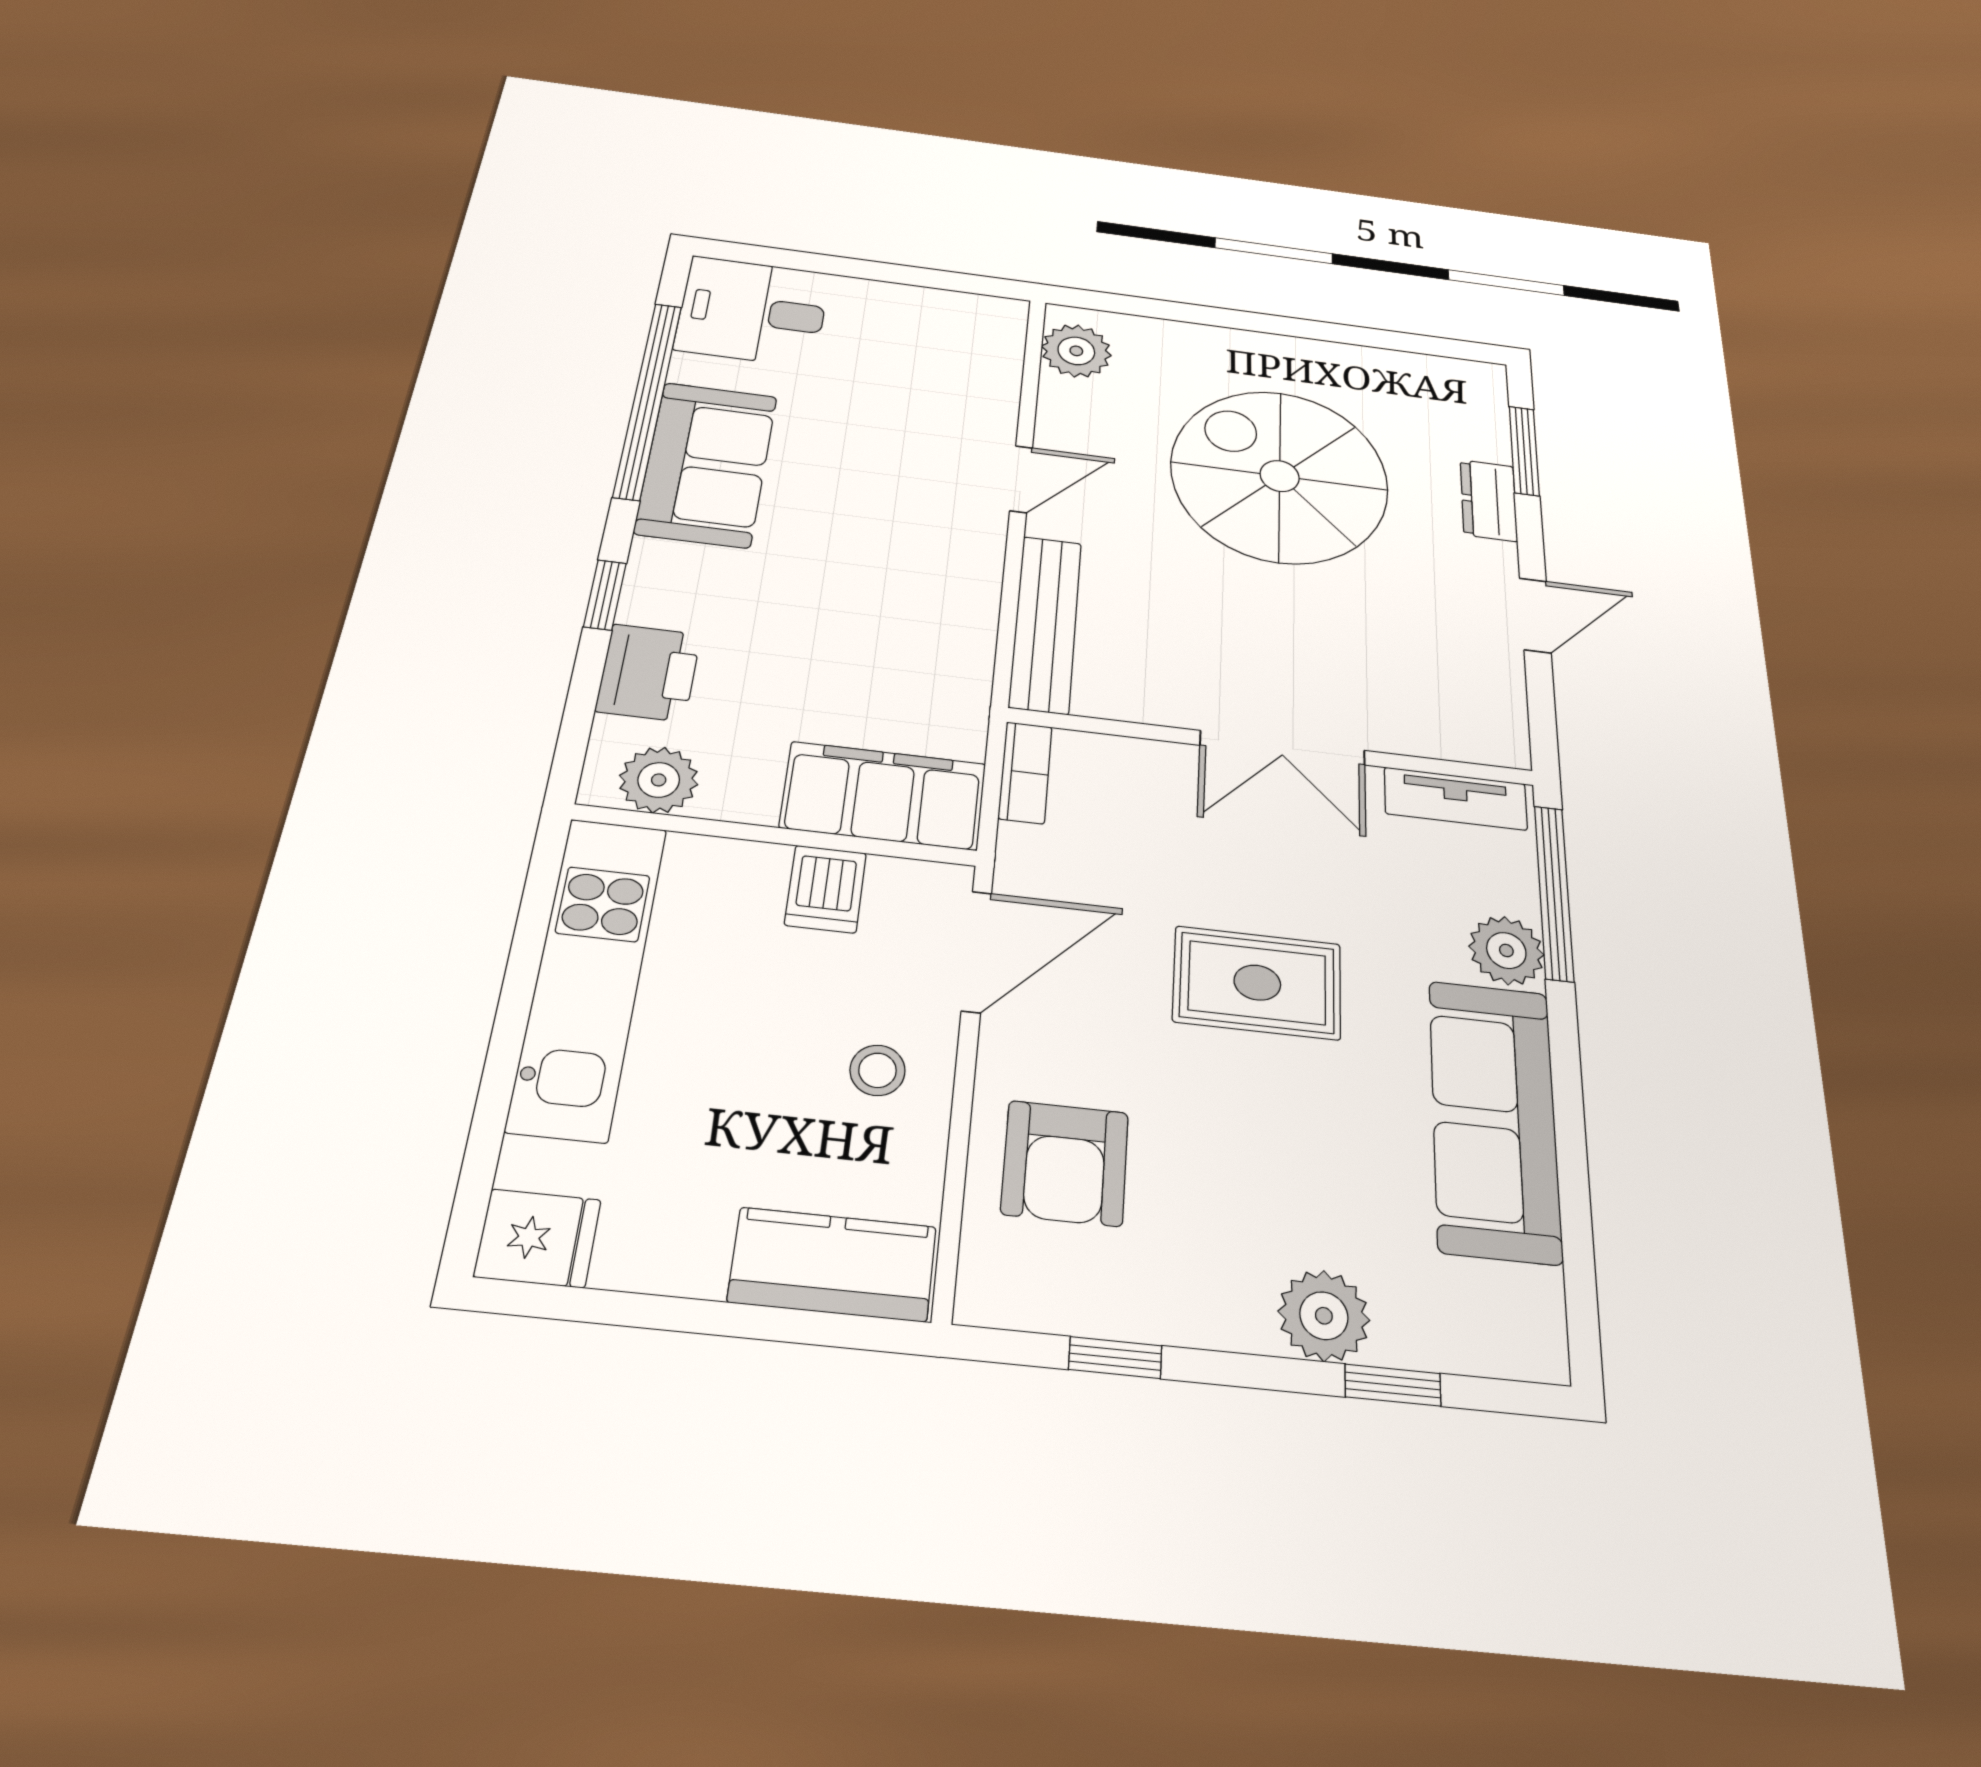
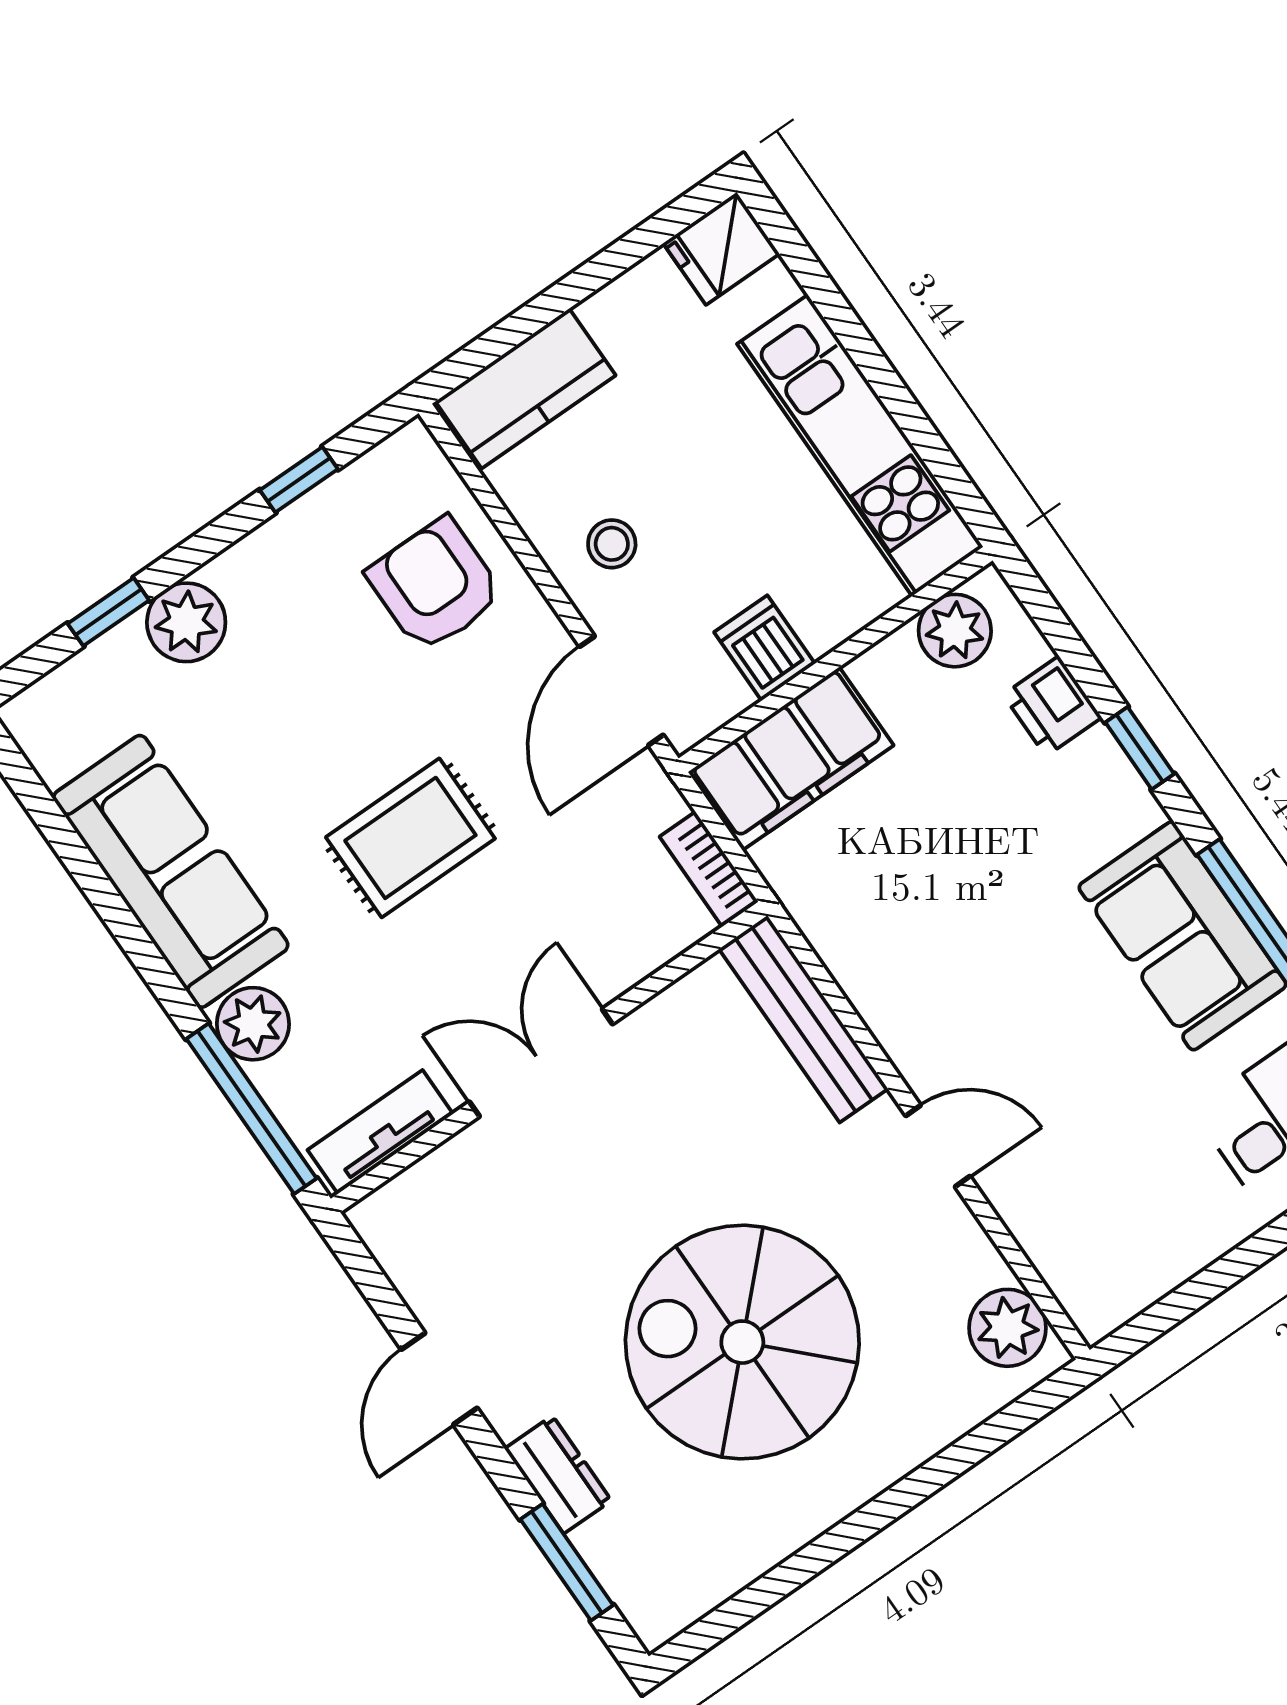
spiral stairs: (1280, 476) -> (742, 1342), turned 180
door: (1021, 479) -> (938, 1146), swing flipped
printer: (648, 673) -> (1052, 706), width x0.73, depth x0.81

